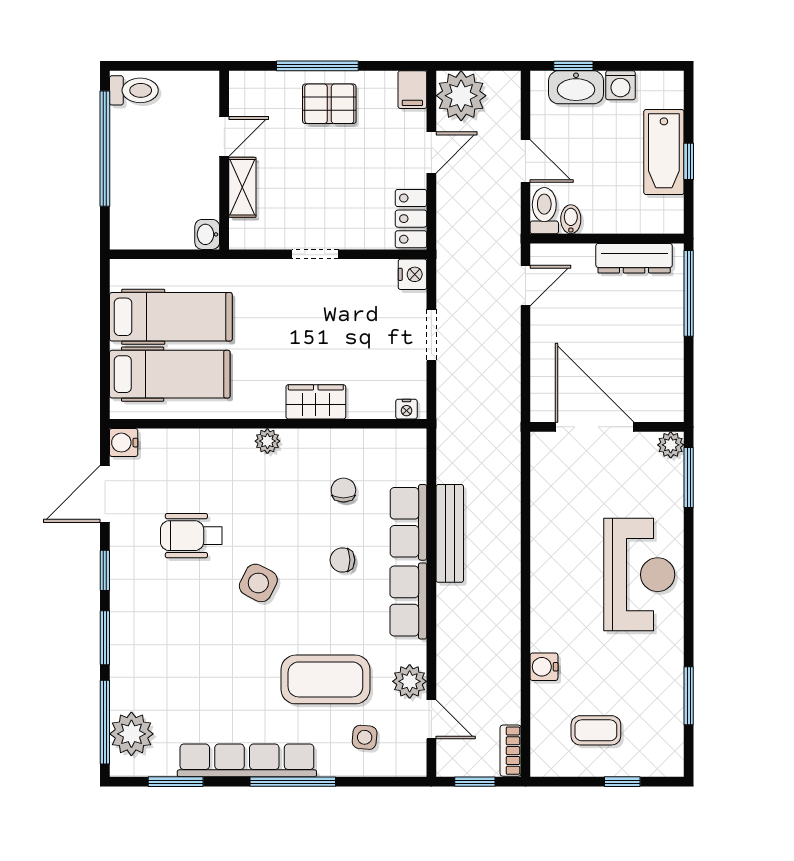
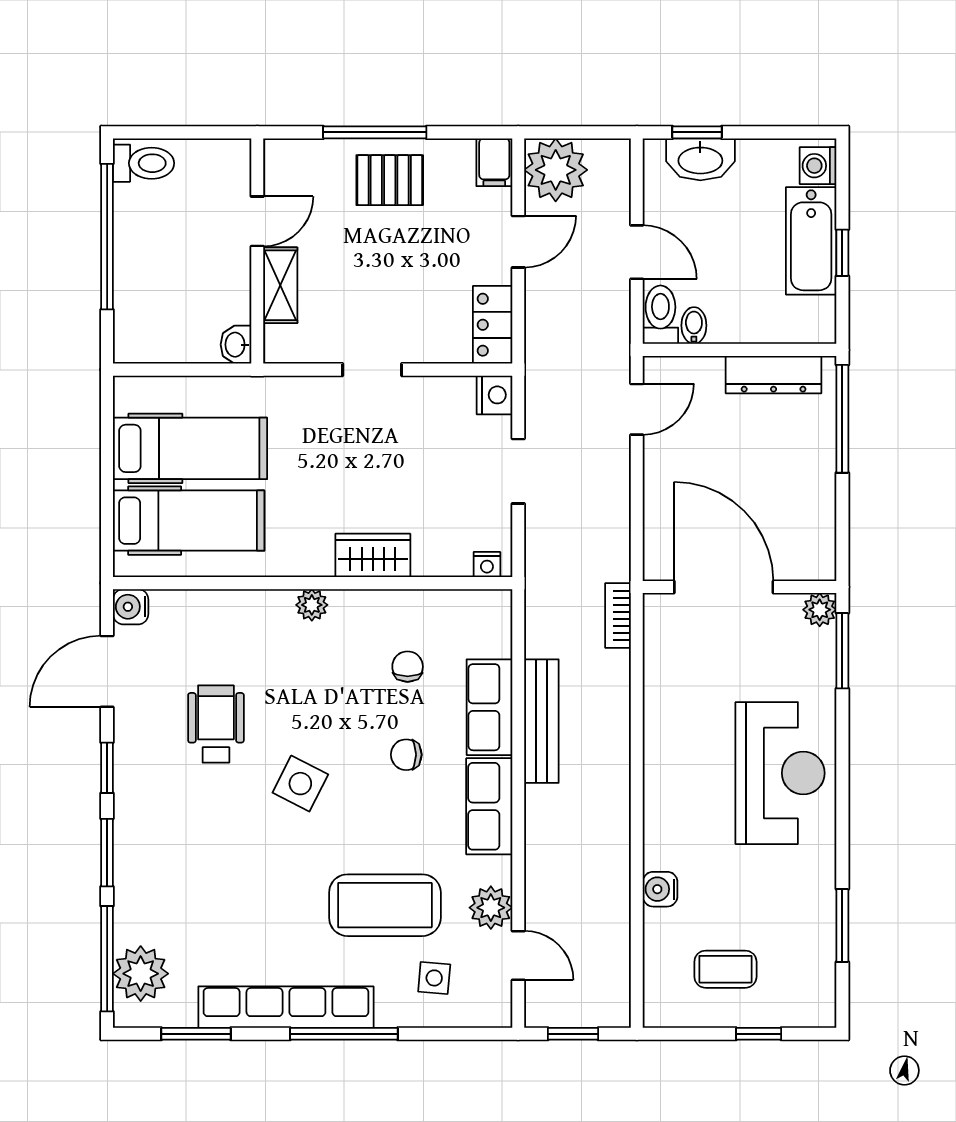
washing machine: (620, 85) -> (818, 166), moved, turned 90
wheelchair: (191, 536) -> (216, 724), turned 90
bookcase: (511, 751) -> (618, 615), moved

